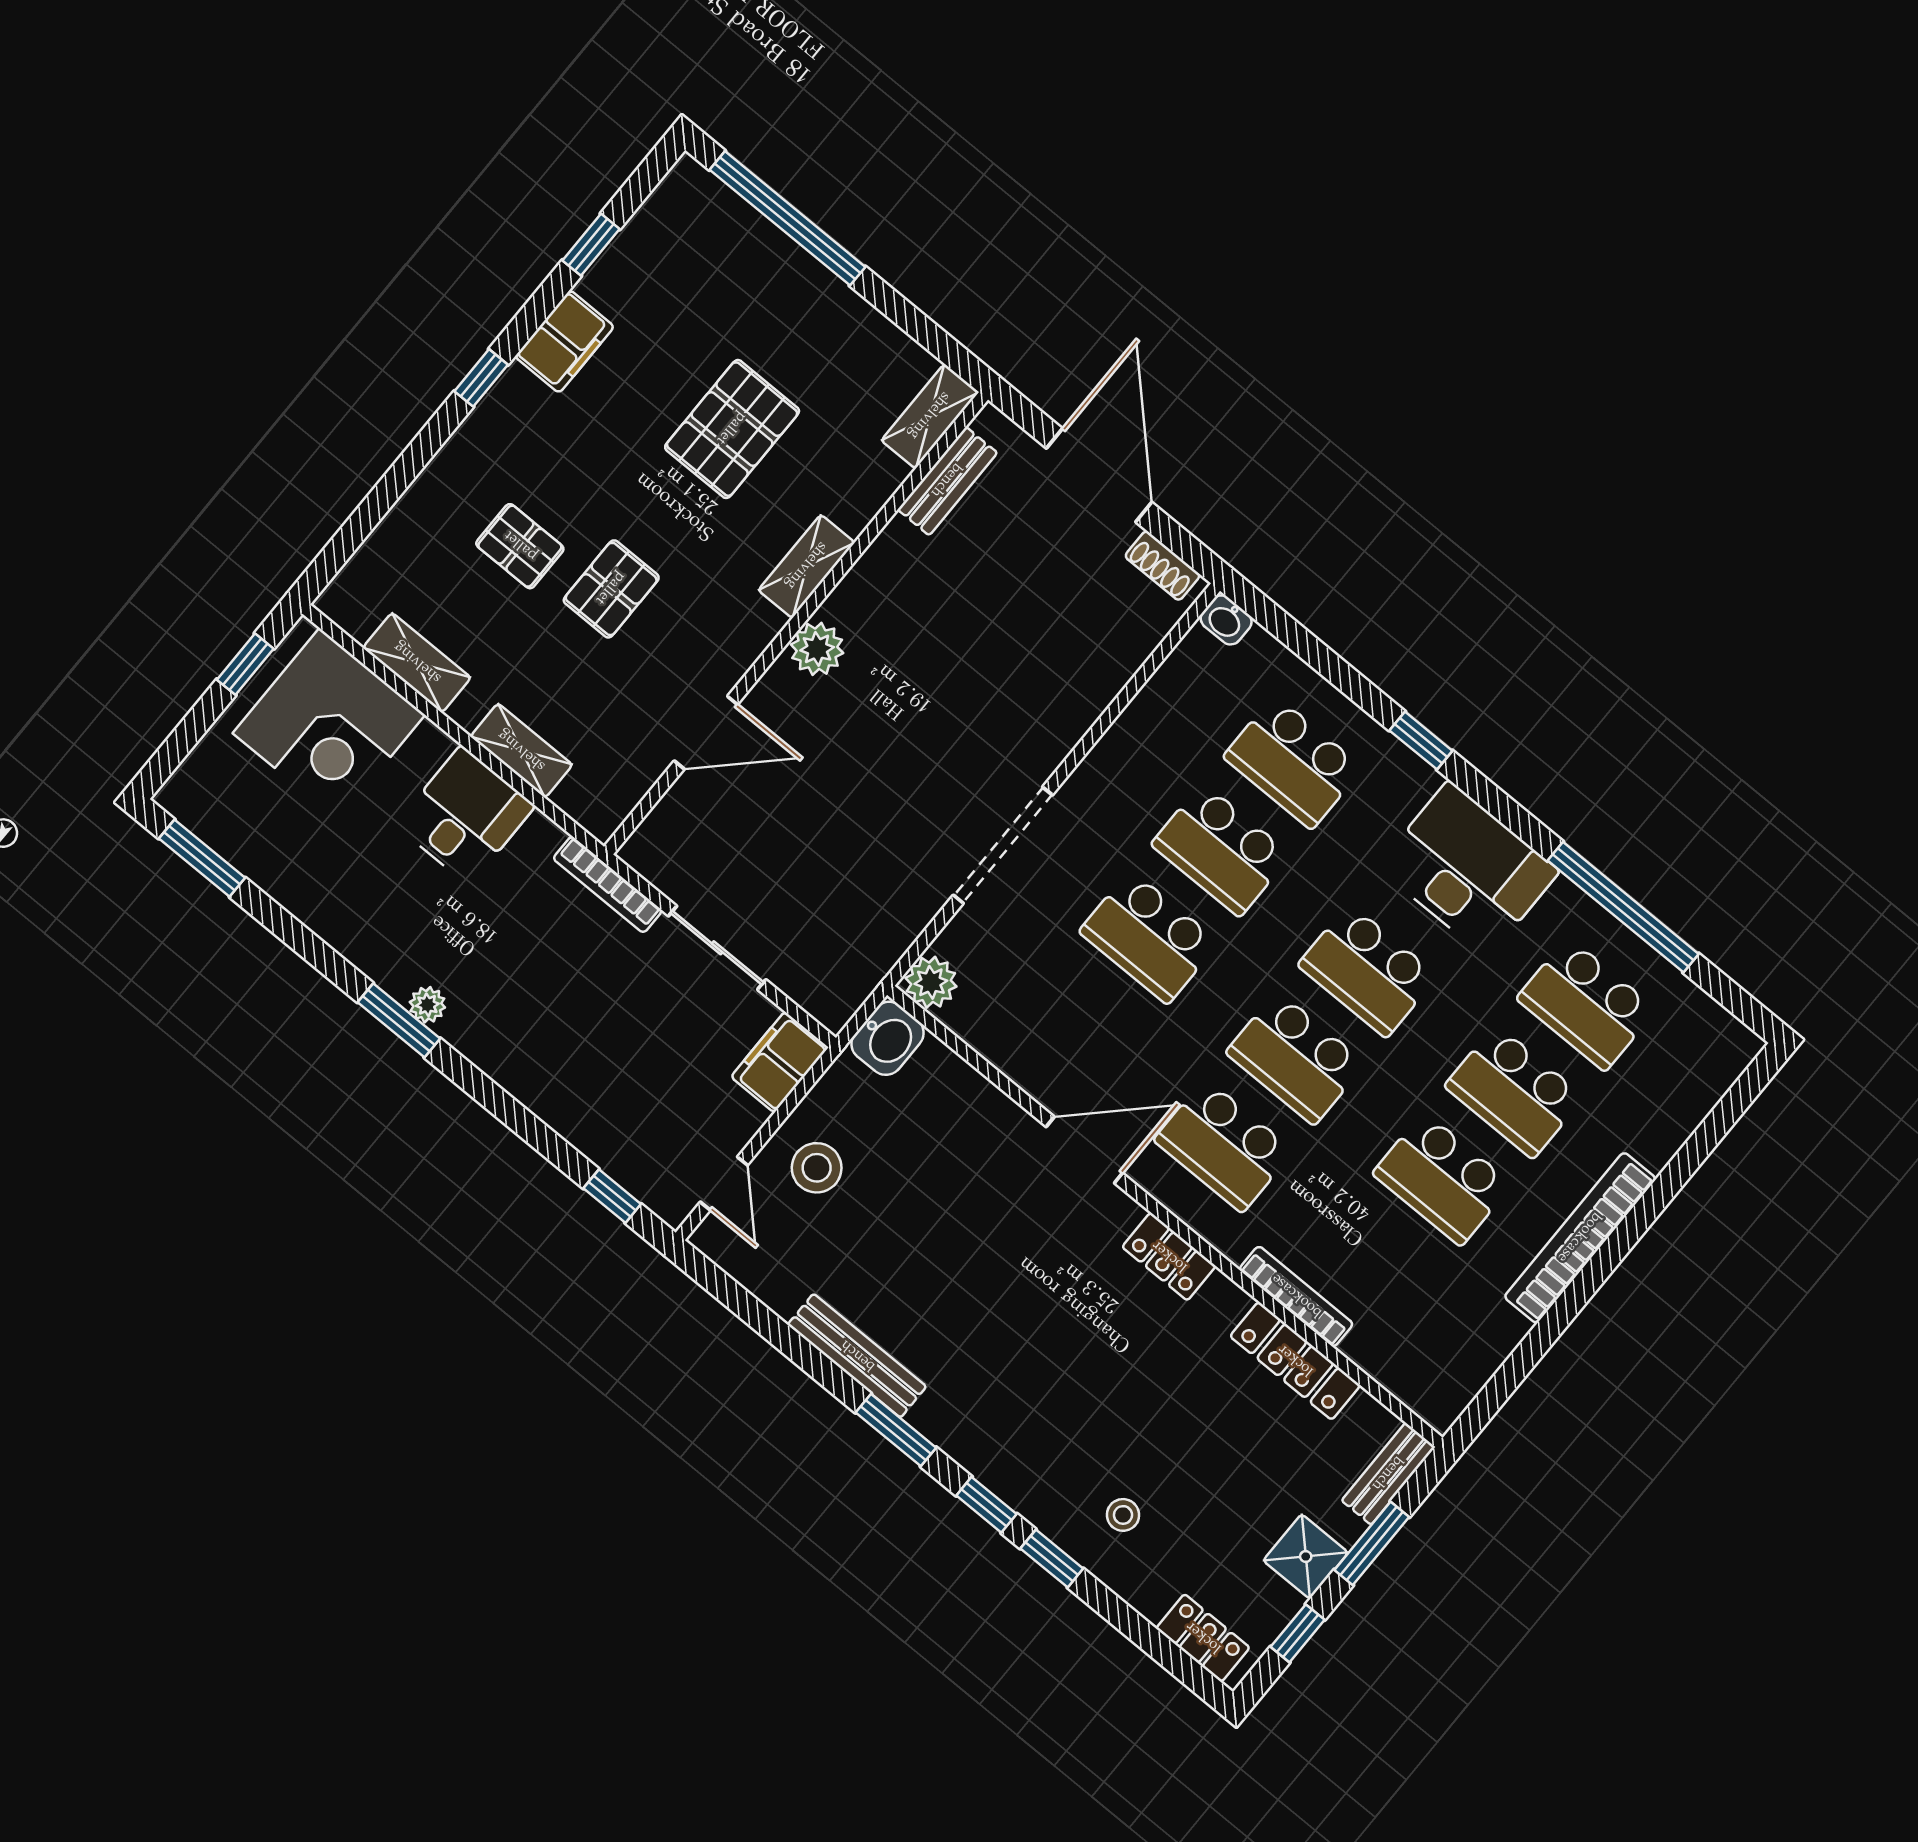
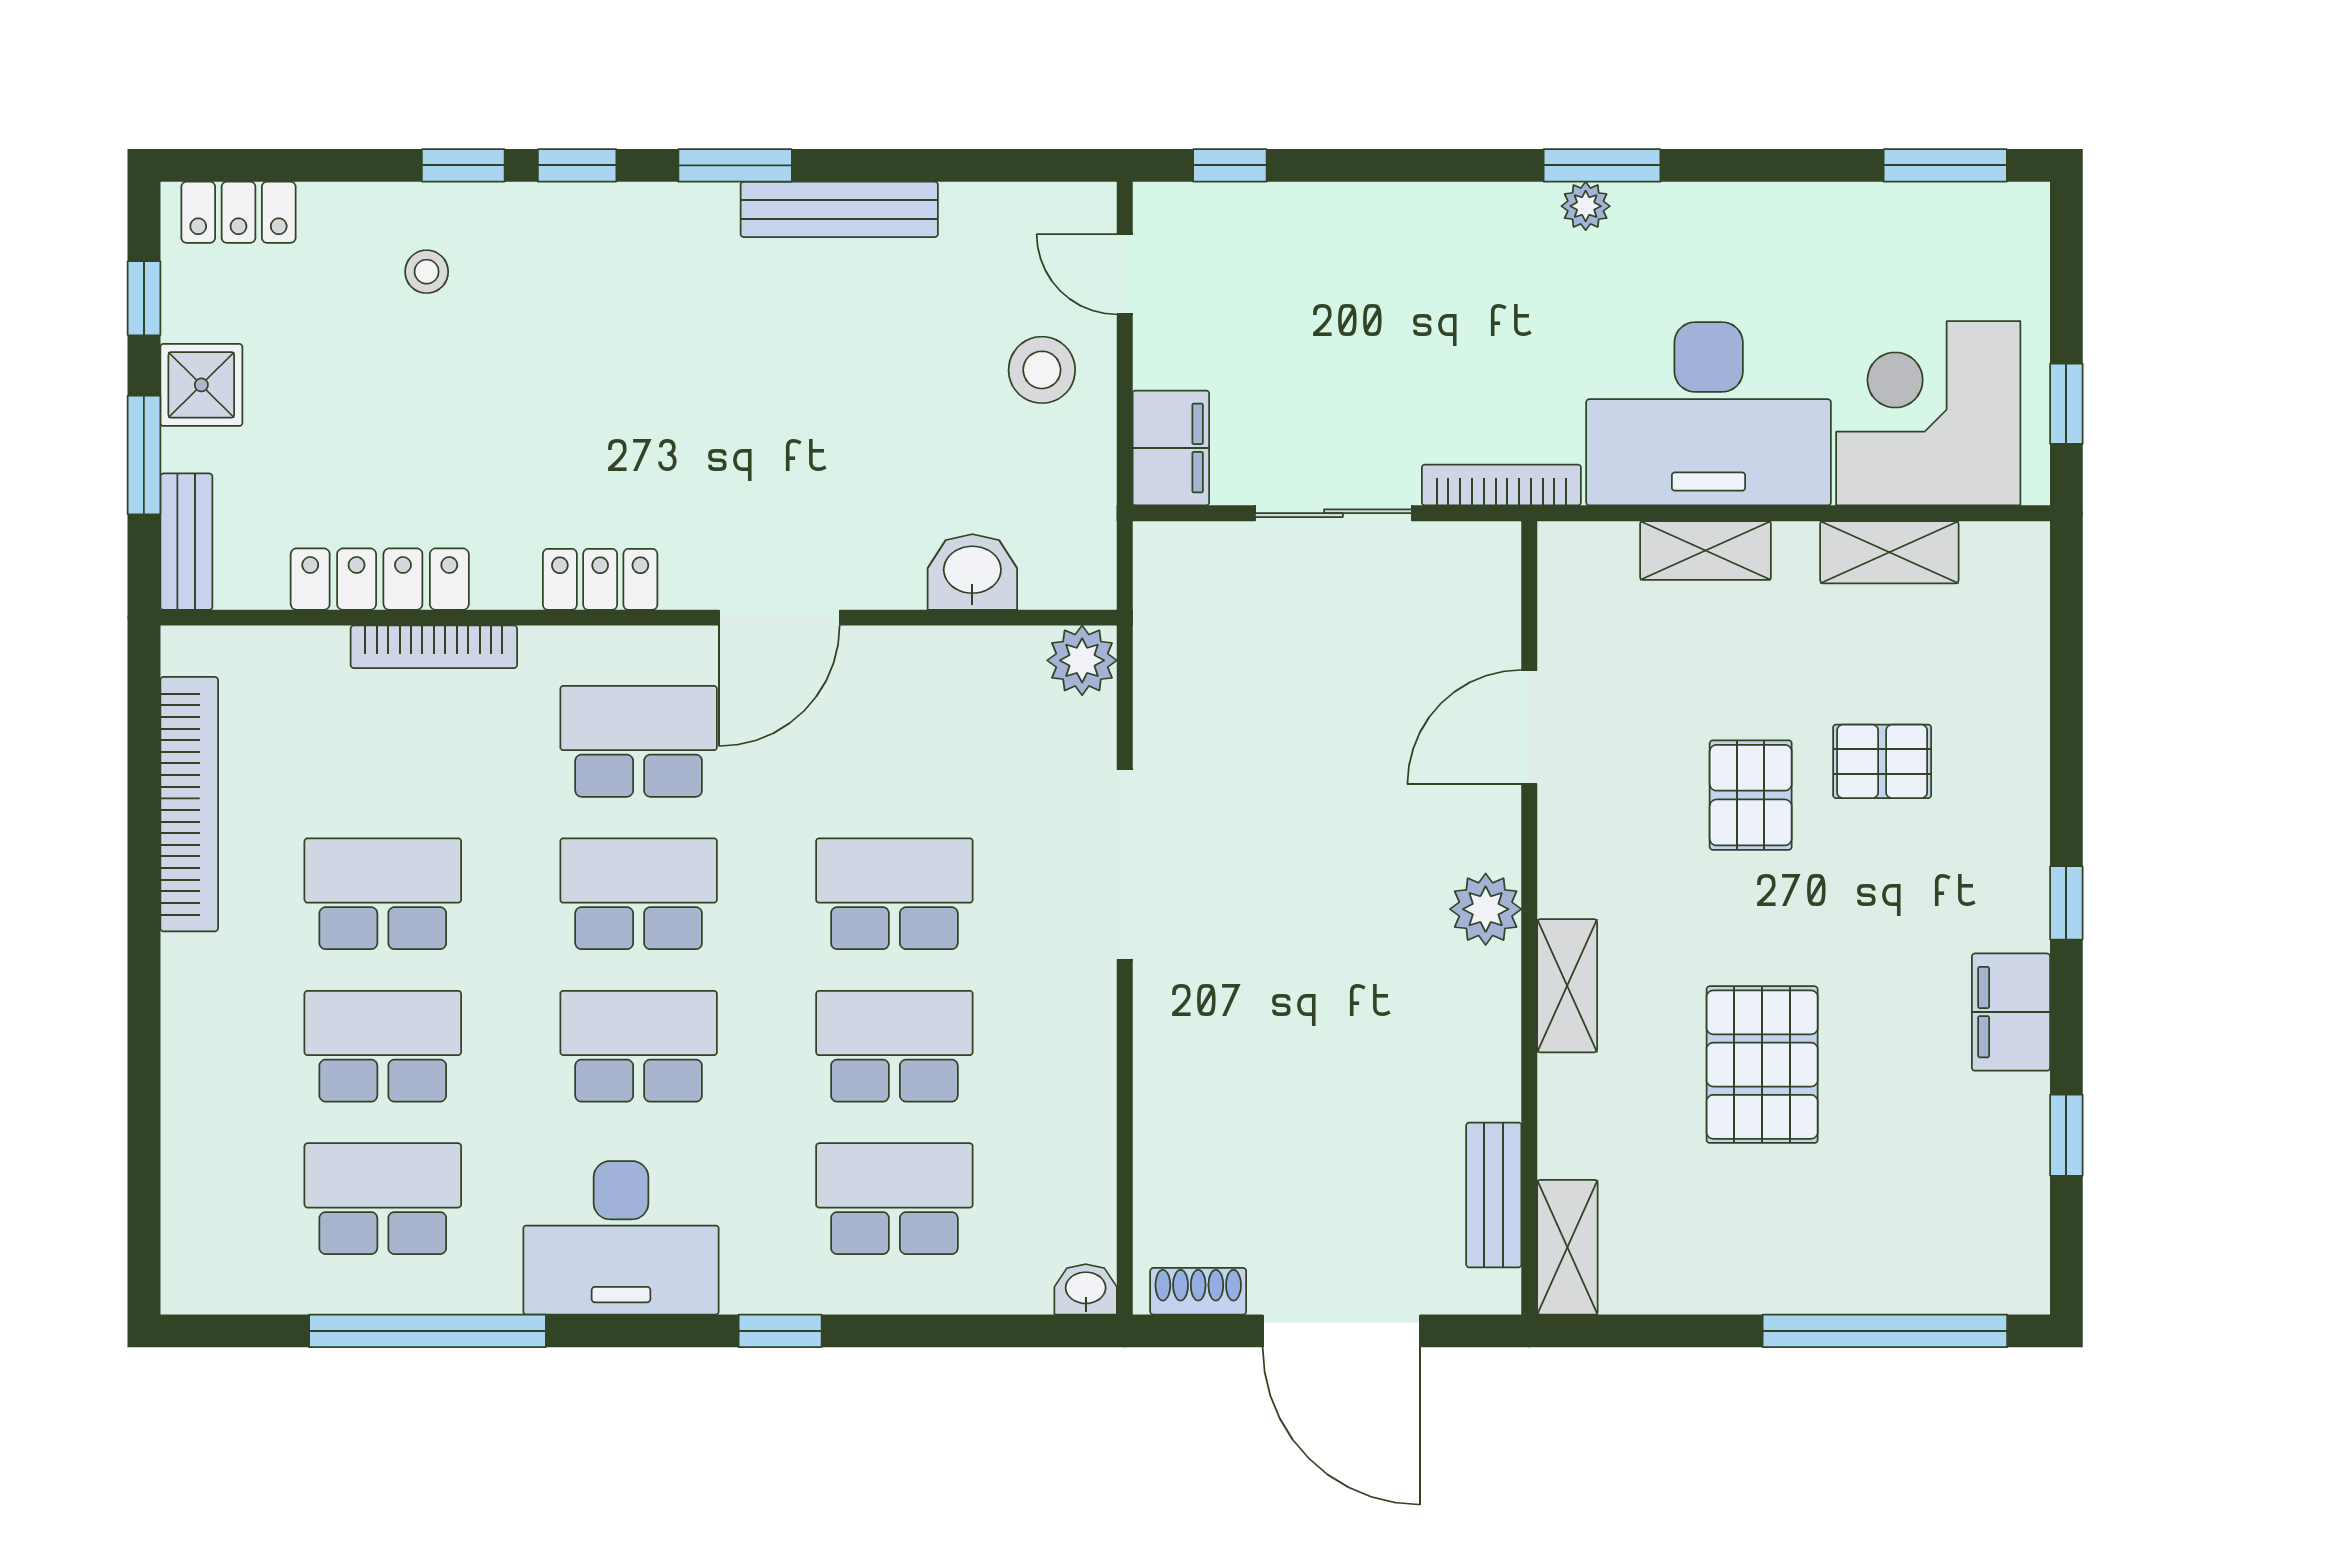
desk: (465, 815) -> (1709, 414), width x1.87, depth x1.30
washbasin: (888, 1038) -> (972, 572), moved, turned 90
bookcase: (1580, 1238) -> (189, 804), moved

